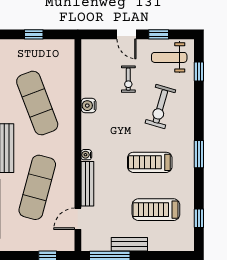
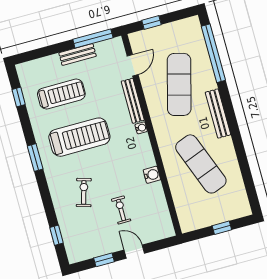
weight bench: (169, 57) -> (88, 241), removed
exercise bike: (160, 106) -> (84, 192), width x0.73, depth x0.72
treadmill: (150, 162) -> (79, 137), width x1.37, depth x1.37

